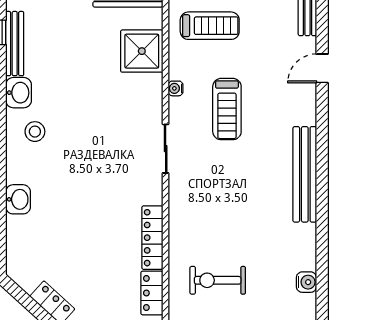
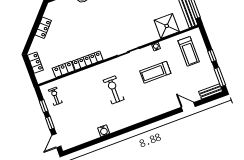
bench: (305, 174) -> (140, 117), removed
exercise bike: (218, 280) -> (114, 90), moved
water cooler: (306, 282) -> (104, 131), moved

